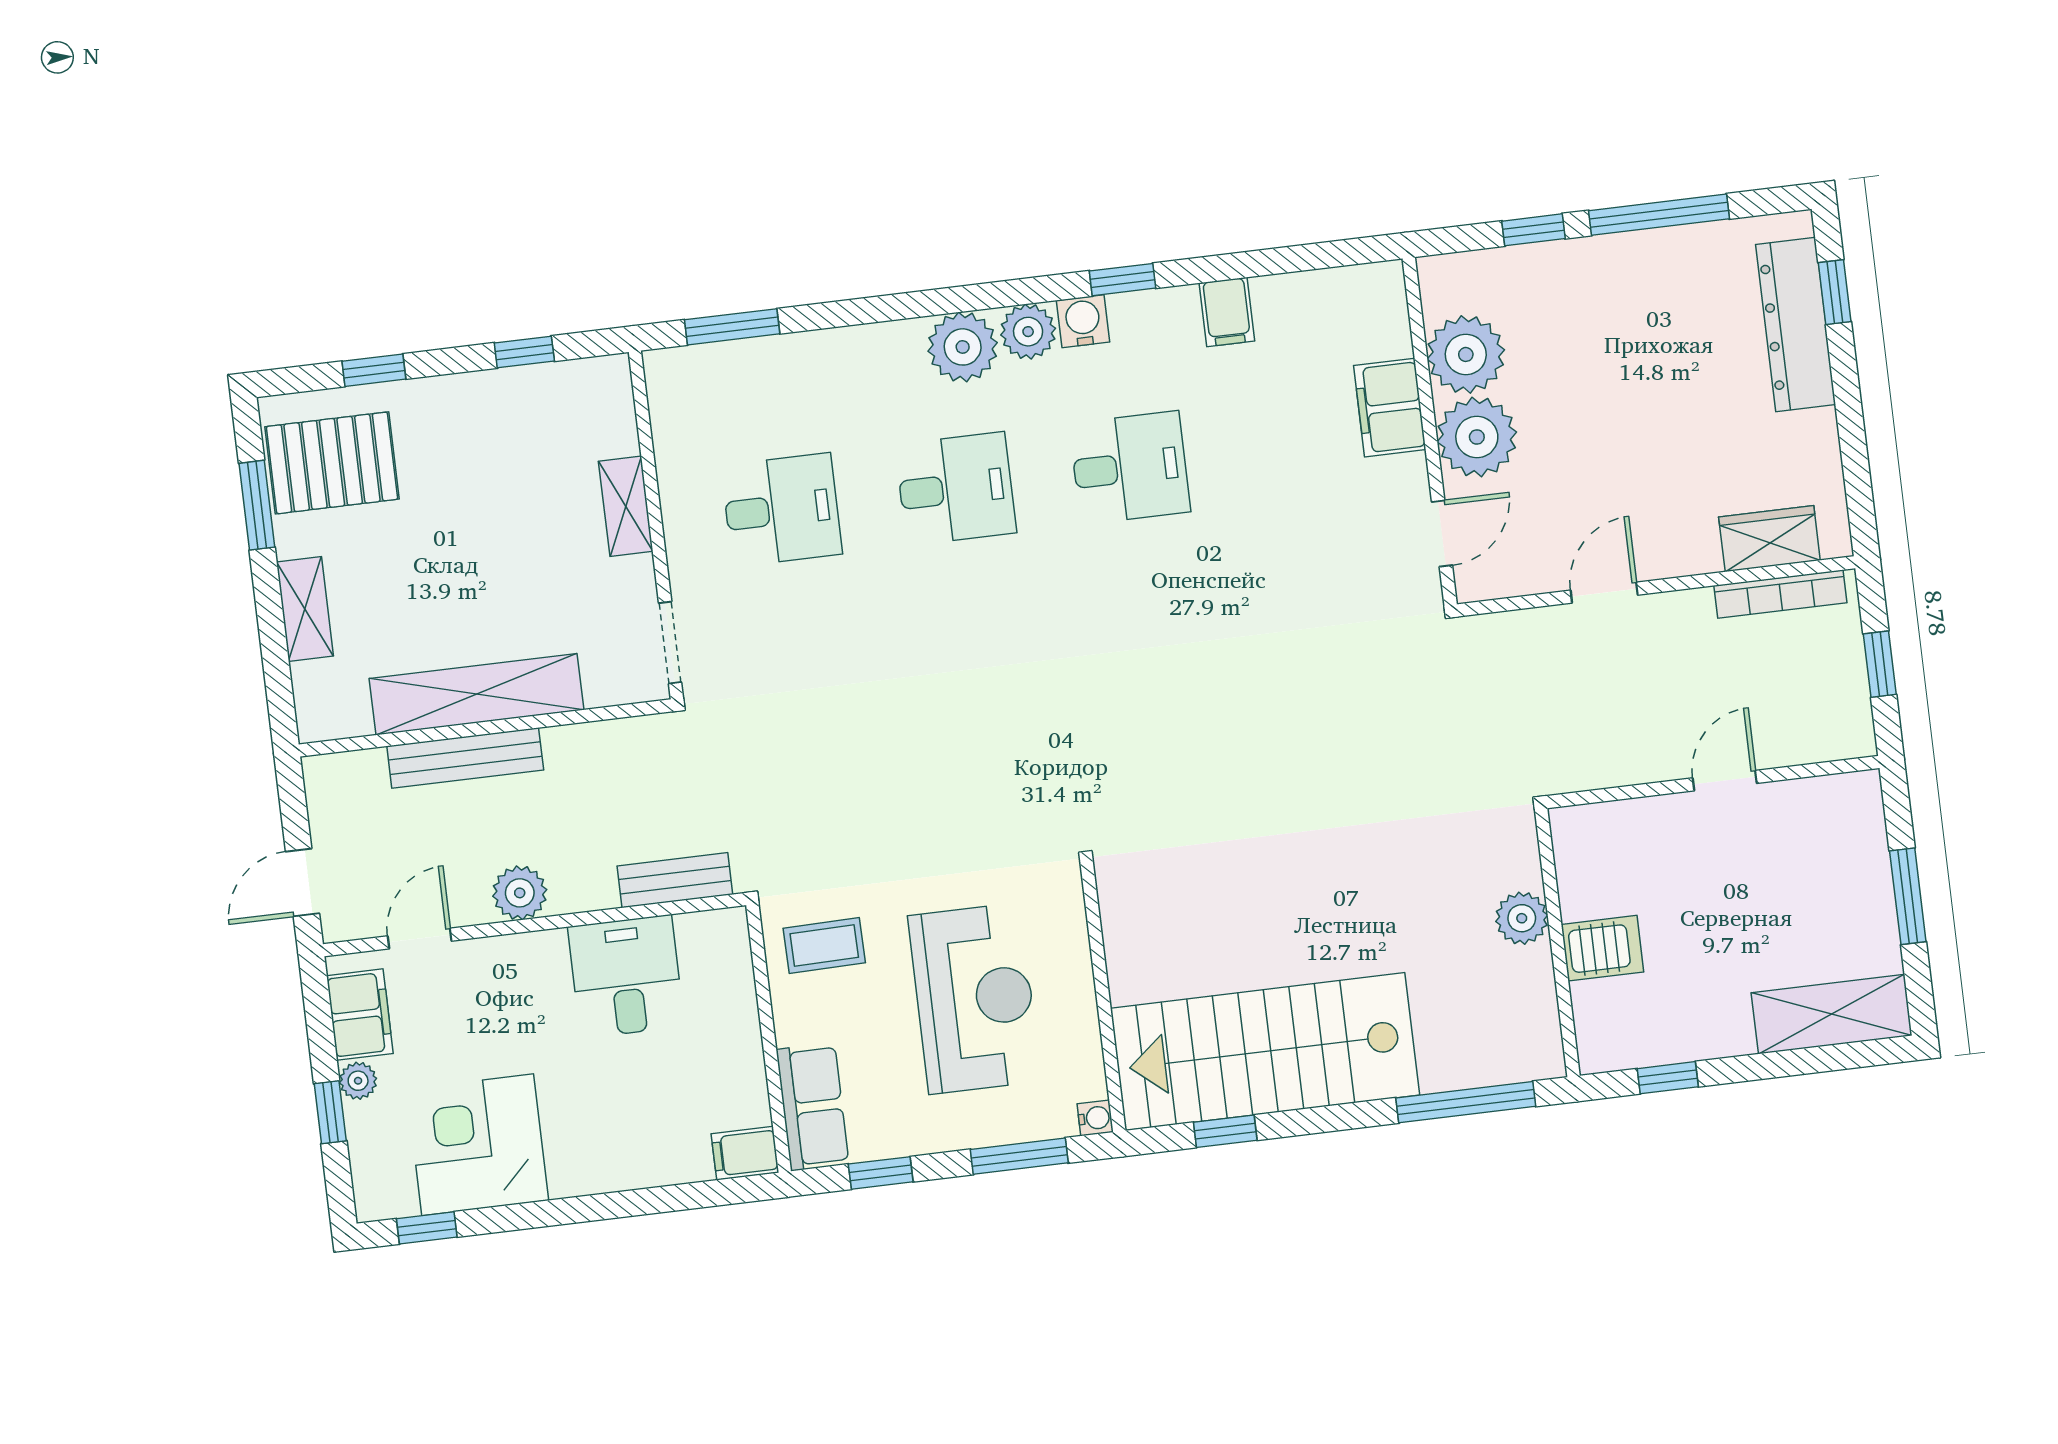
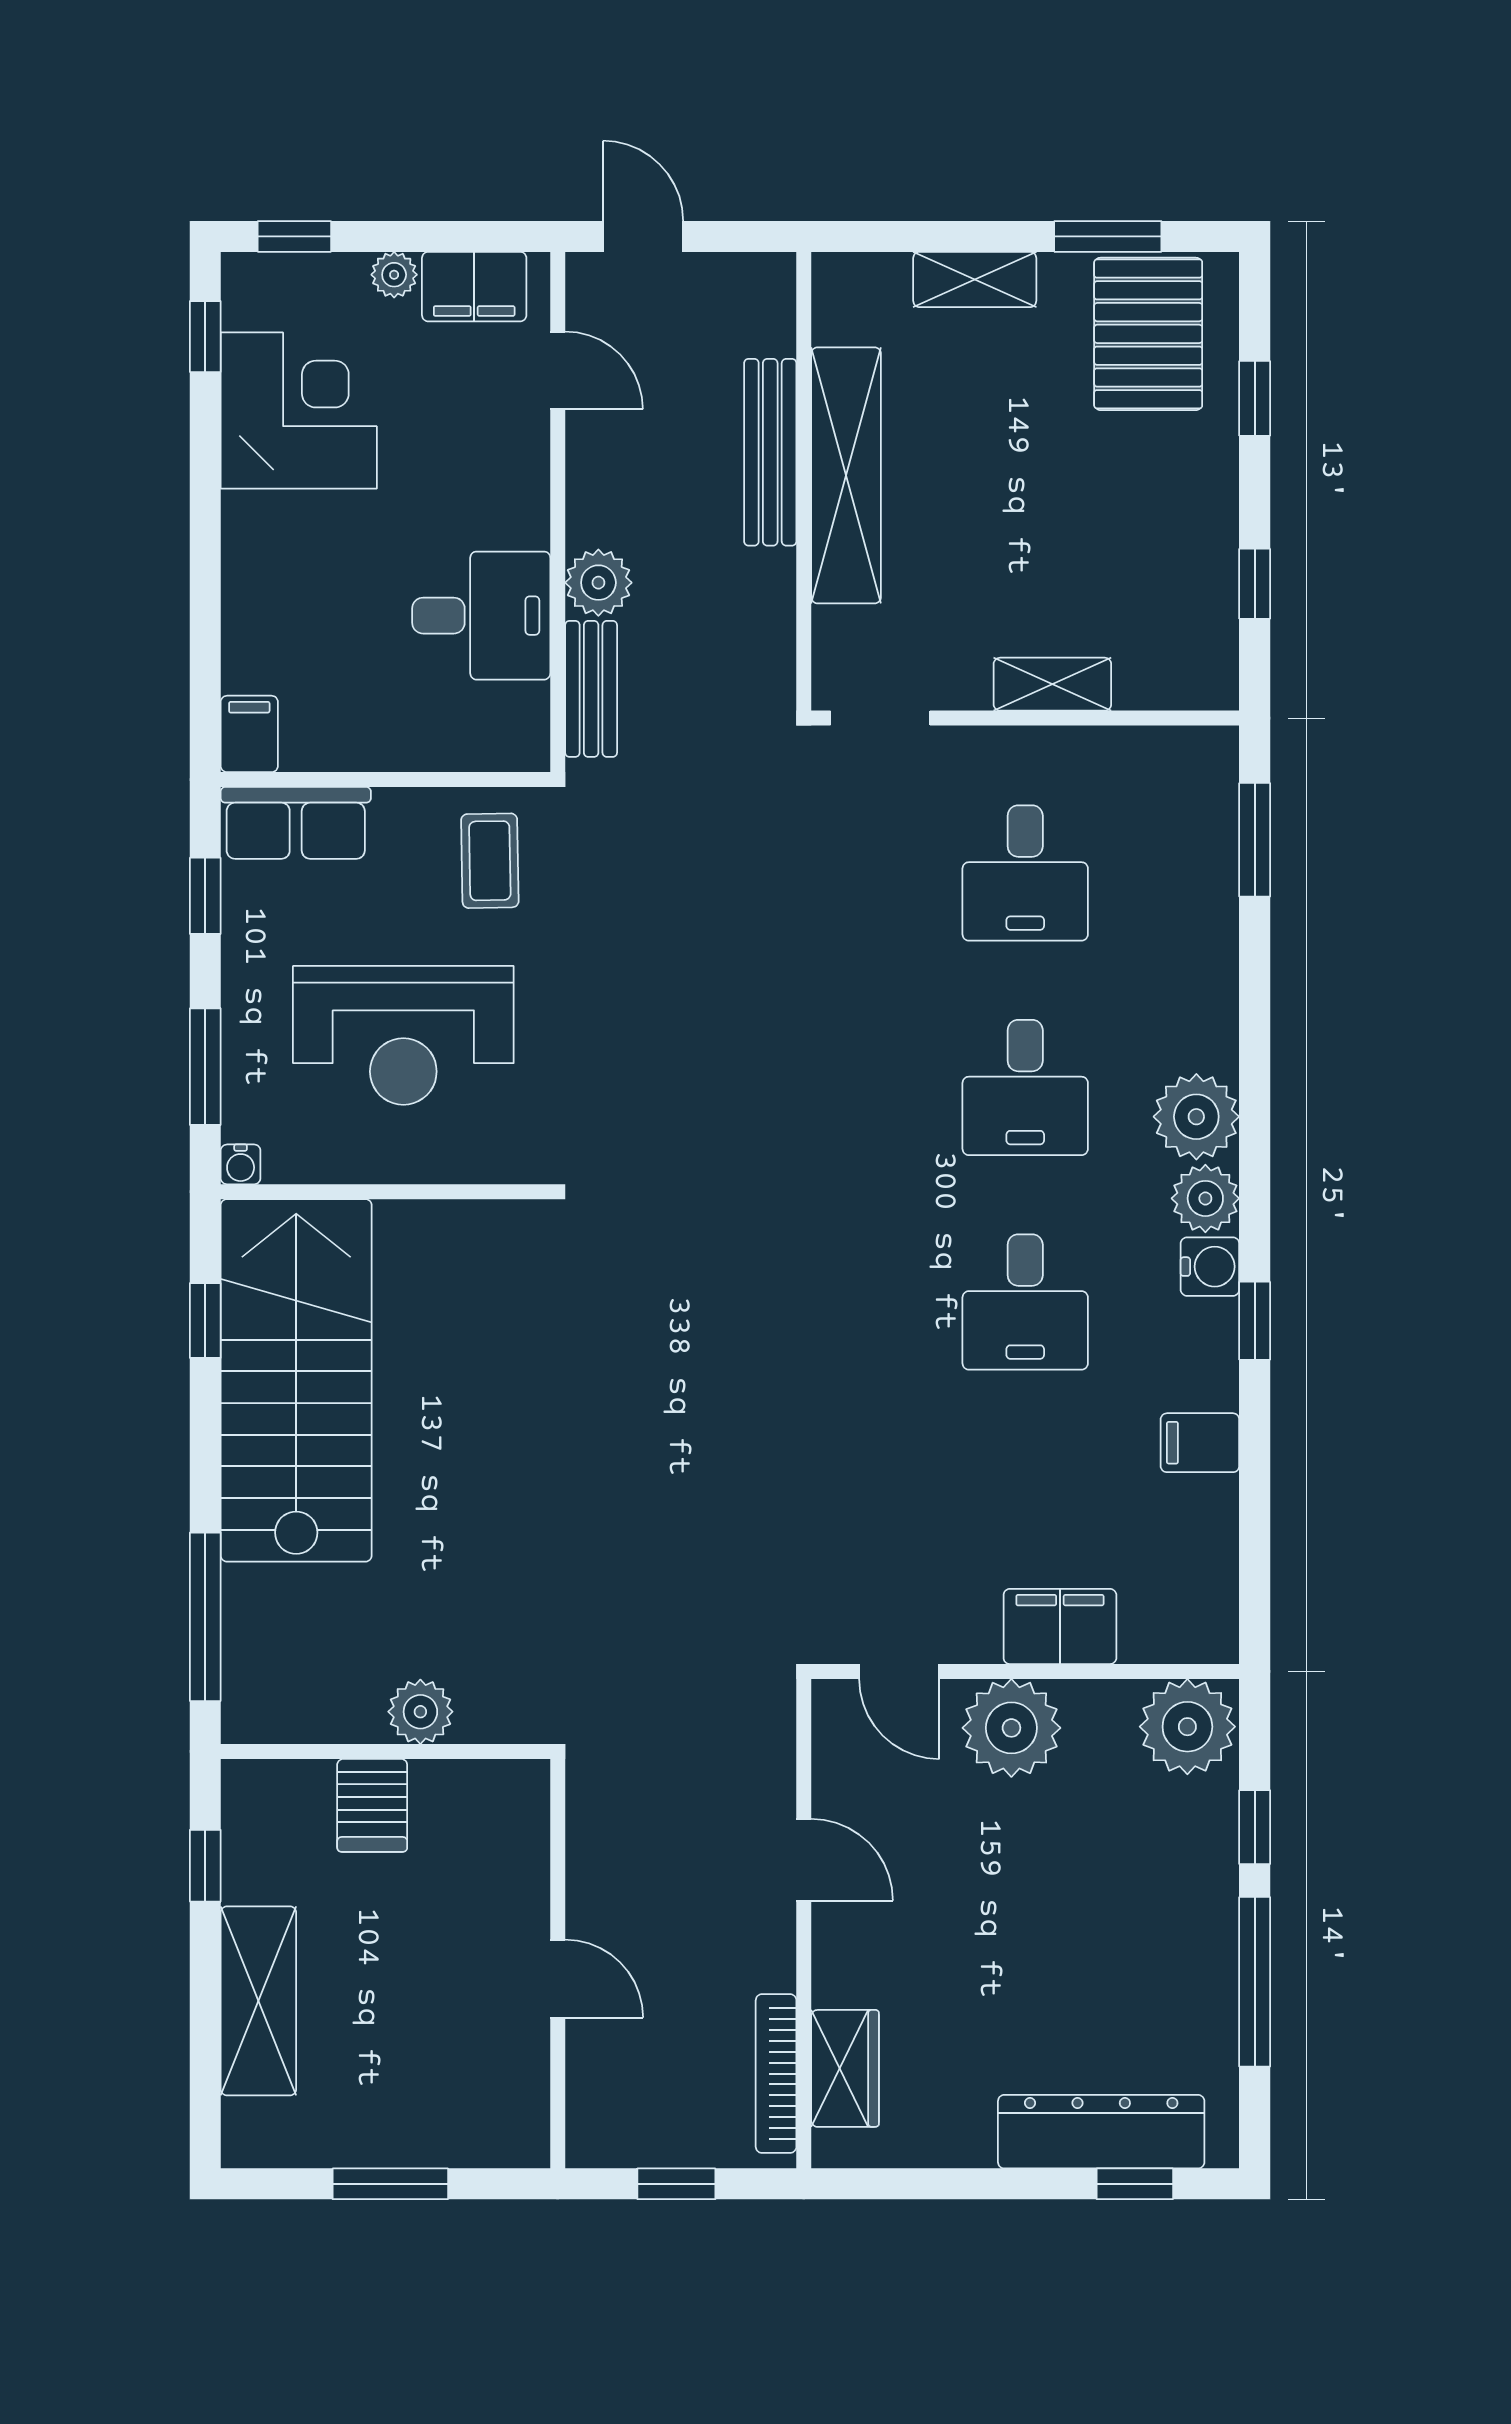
plant: (1466, 354) -> (1187, 1727), moved
plant: (520, 893) -> (598, 583), moved
shelving: (1832, 1014) -> (258, 2001), moved
window: (330, 1112) -> (294, 236), moved

